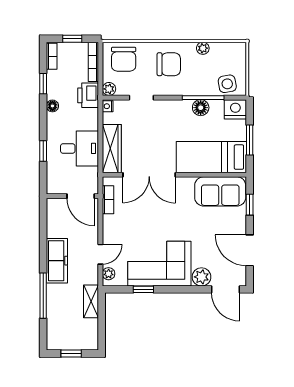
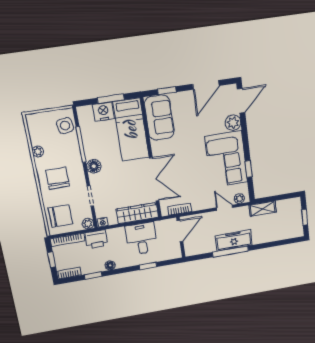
floor lamp: (201, 108) -> (94, 166), moved
nightstand: (235, 109) -> (103, 112), moved, turned 90
window: (43, 296) -> (230, 252), moved

